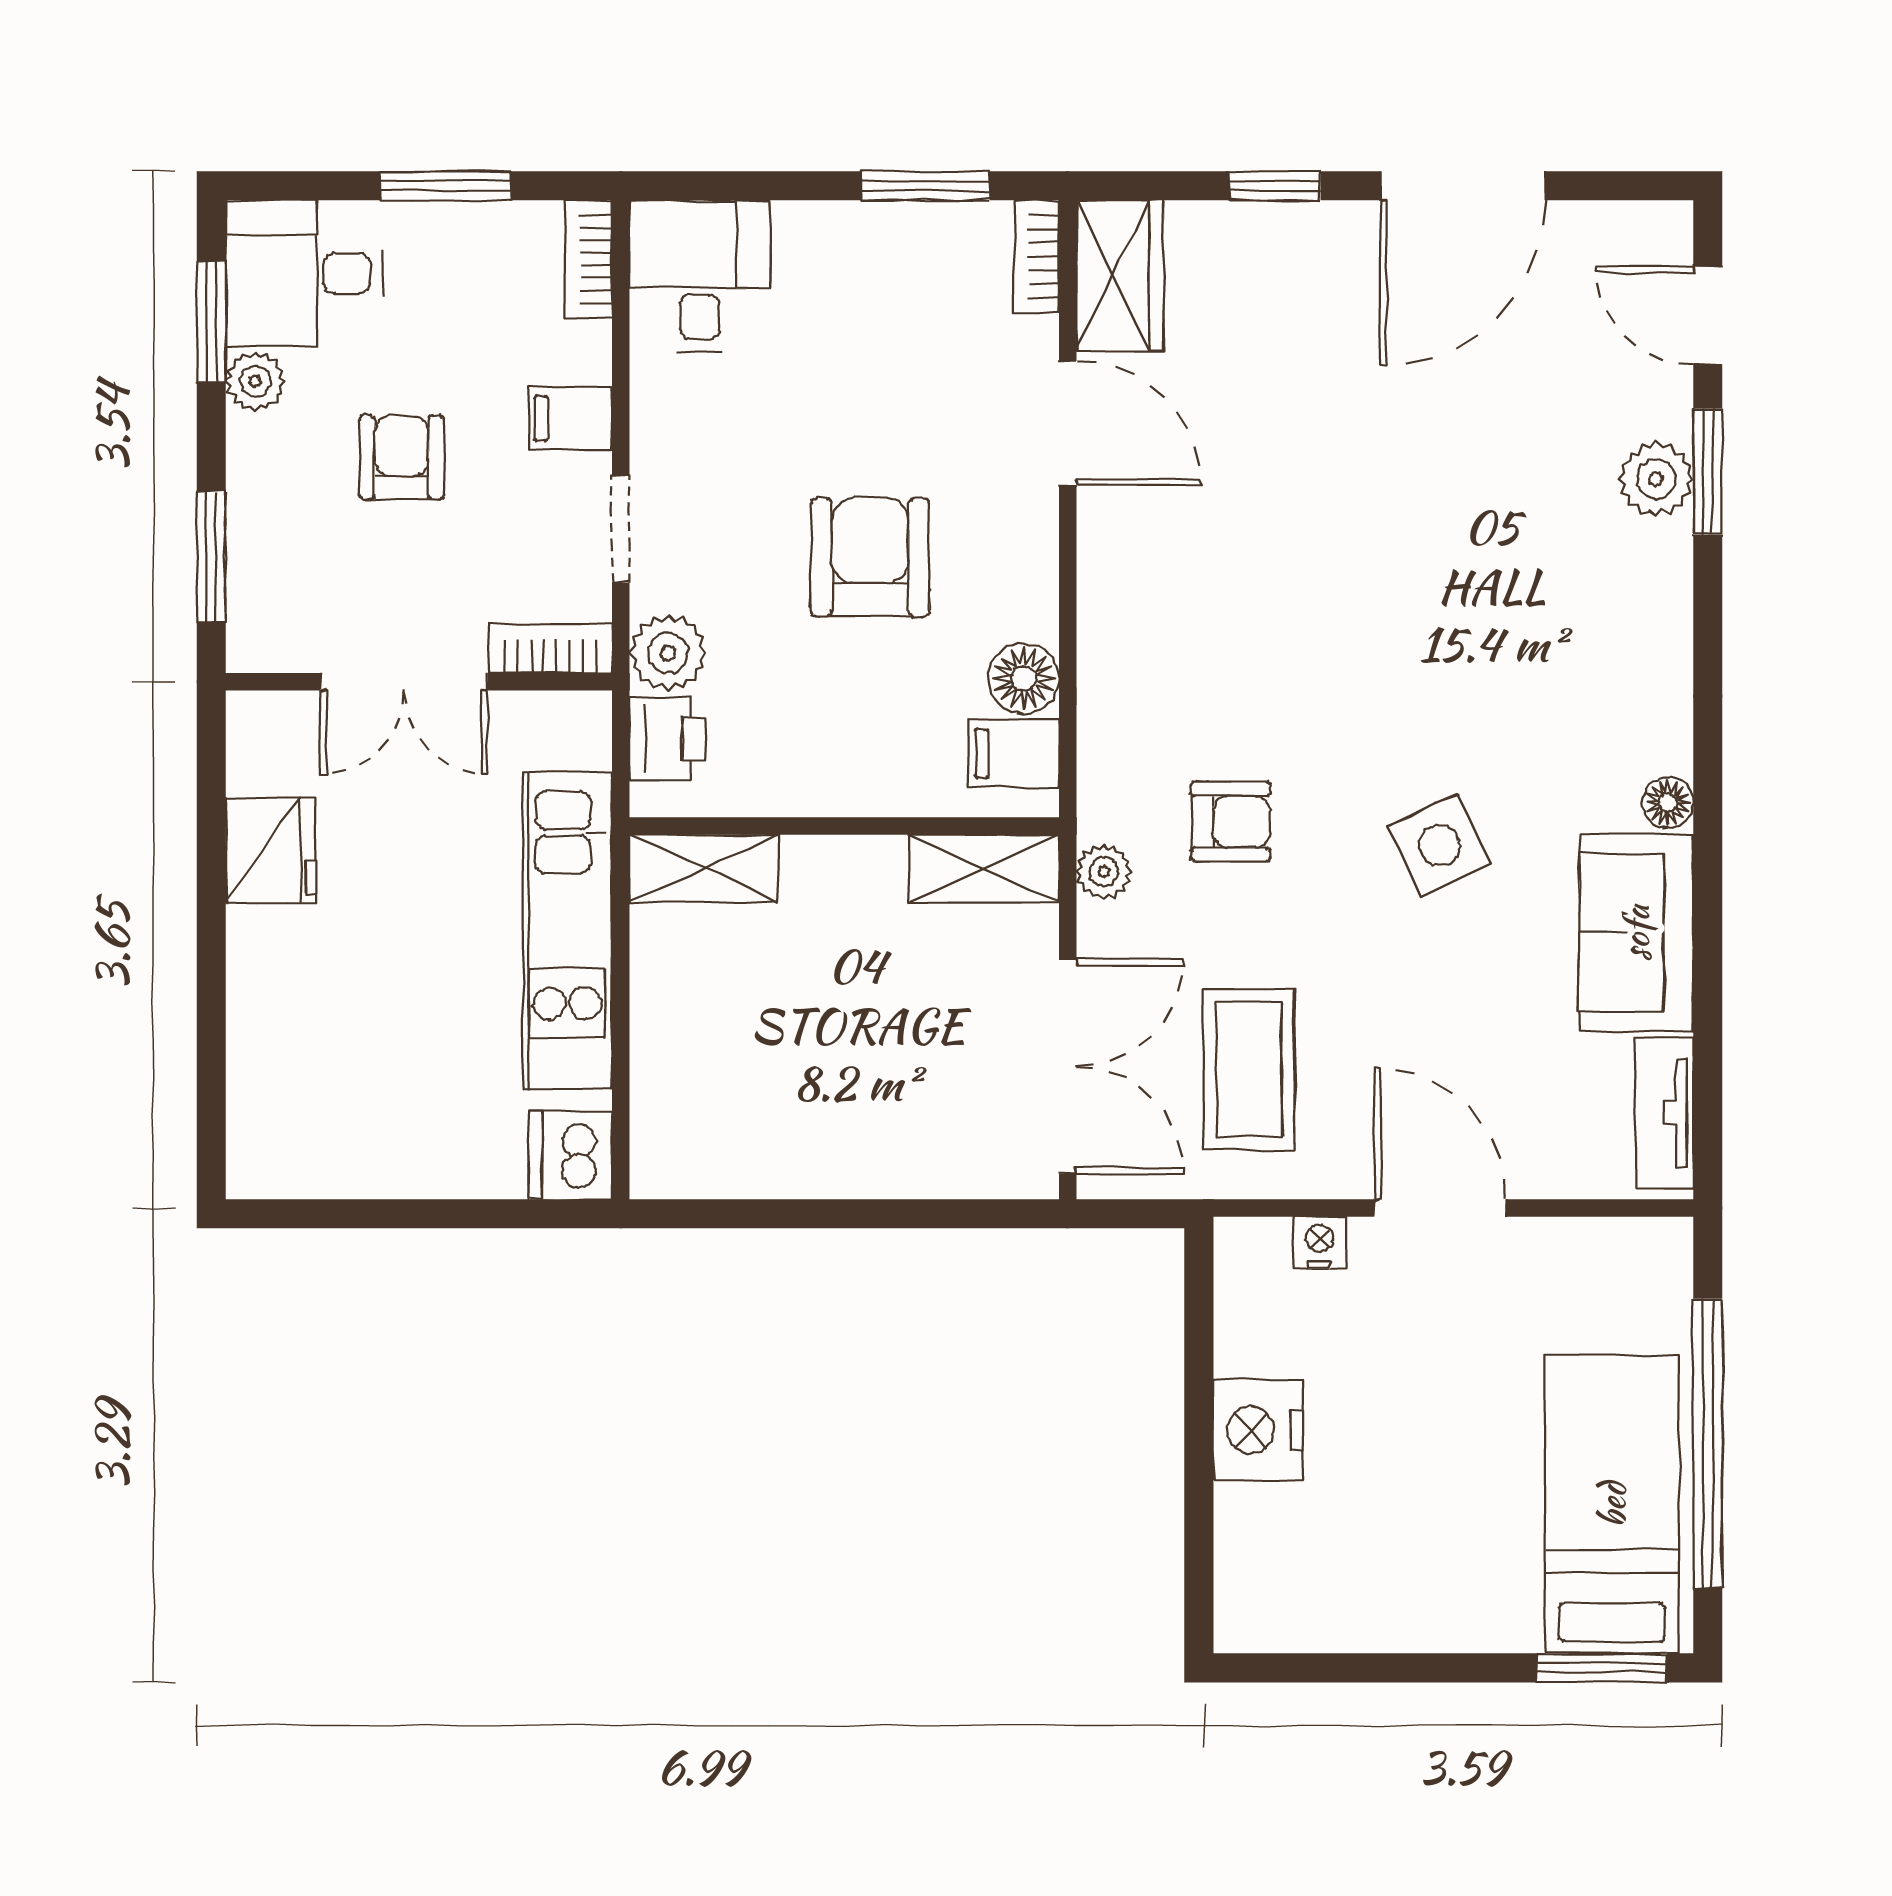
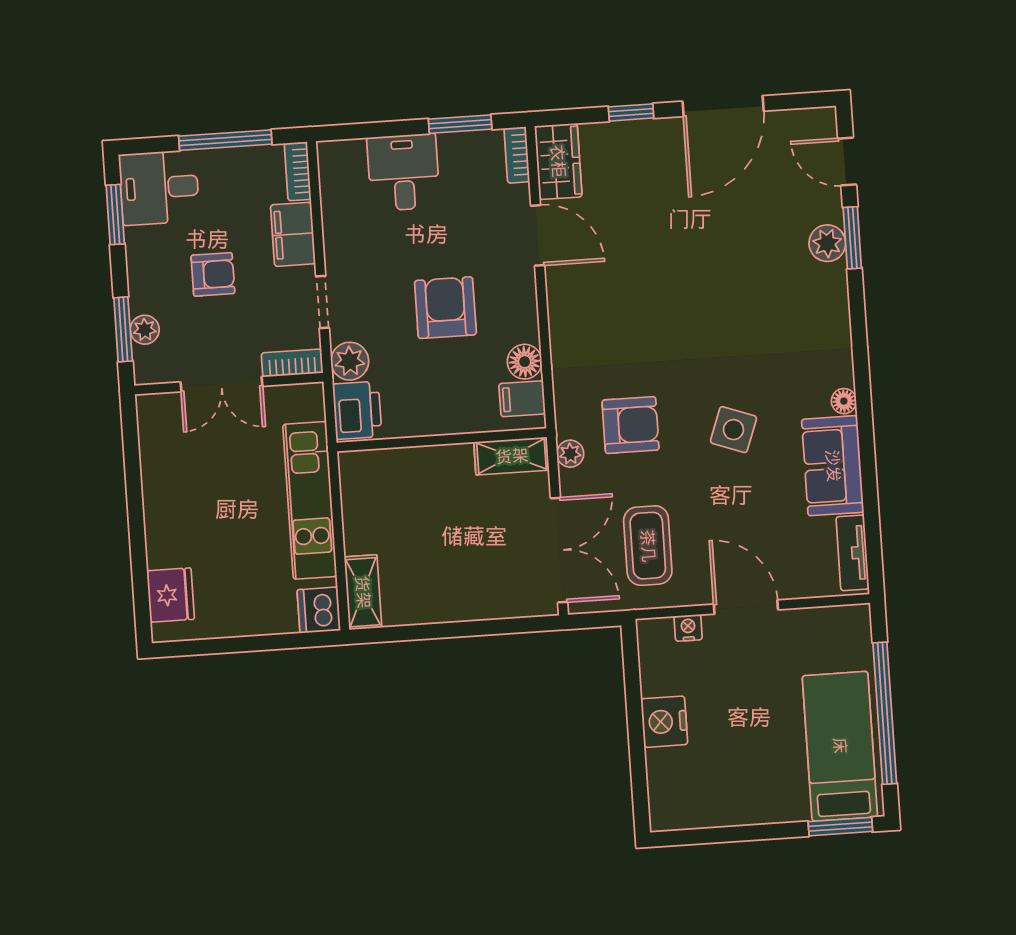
window: (446, 186) -> (225, 140), width x1.44
desk: (700, 276) -> (403, 172), moved
plant: (255, 381) -> (145, 330), moved
filing cabinet: (570, 418) -> (293, 234), width x2.00
armchair: (402, 457) -> (213, 274), turned 90
printer: (667, 739) -> (357, 410), width x1.36, depth x1.24
armchair: (1231, 822) -> (631, 425), width x1.38, depth x1.38
side table: (1439, 845) -> (733, 430), turned 45
fridge: (271, 850) -> (171, 595), moved
shelving: (704, 868) -> (363, 592), moved, turned 90

